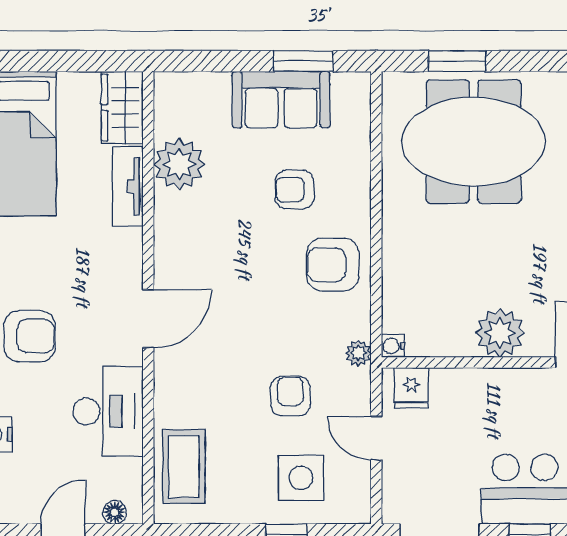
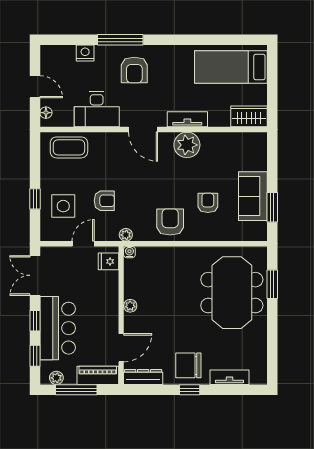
plant: (179, 164) -> (187, 145), moved
tv unit: (128, 186) -> (187, 119), moved
plant: (500, 333) -> (130, 306), width x0.53, depth x0.53

